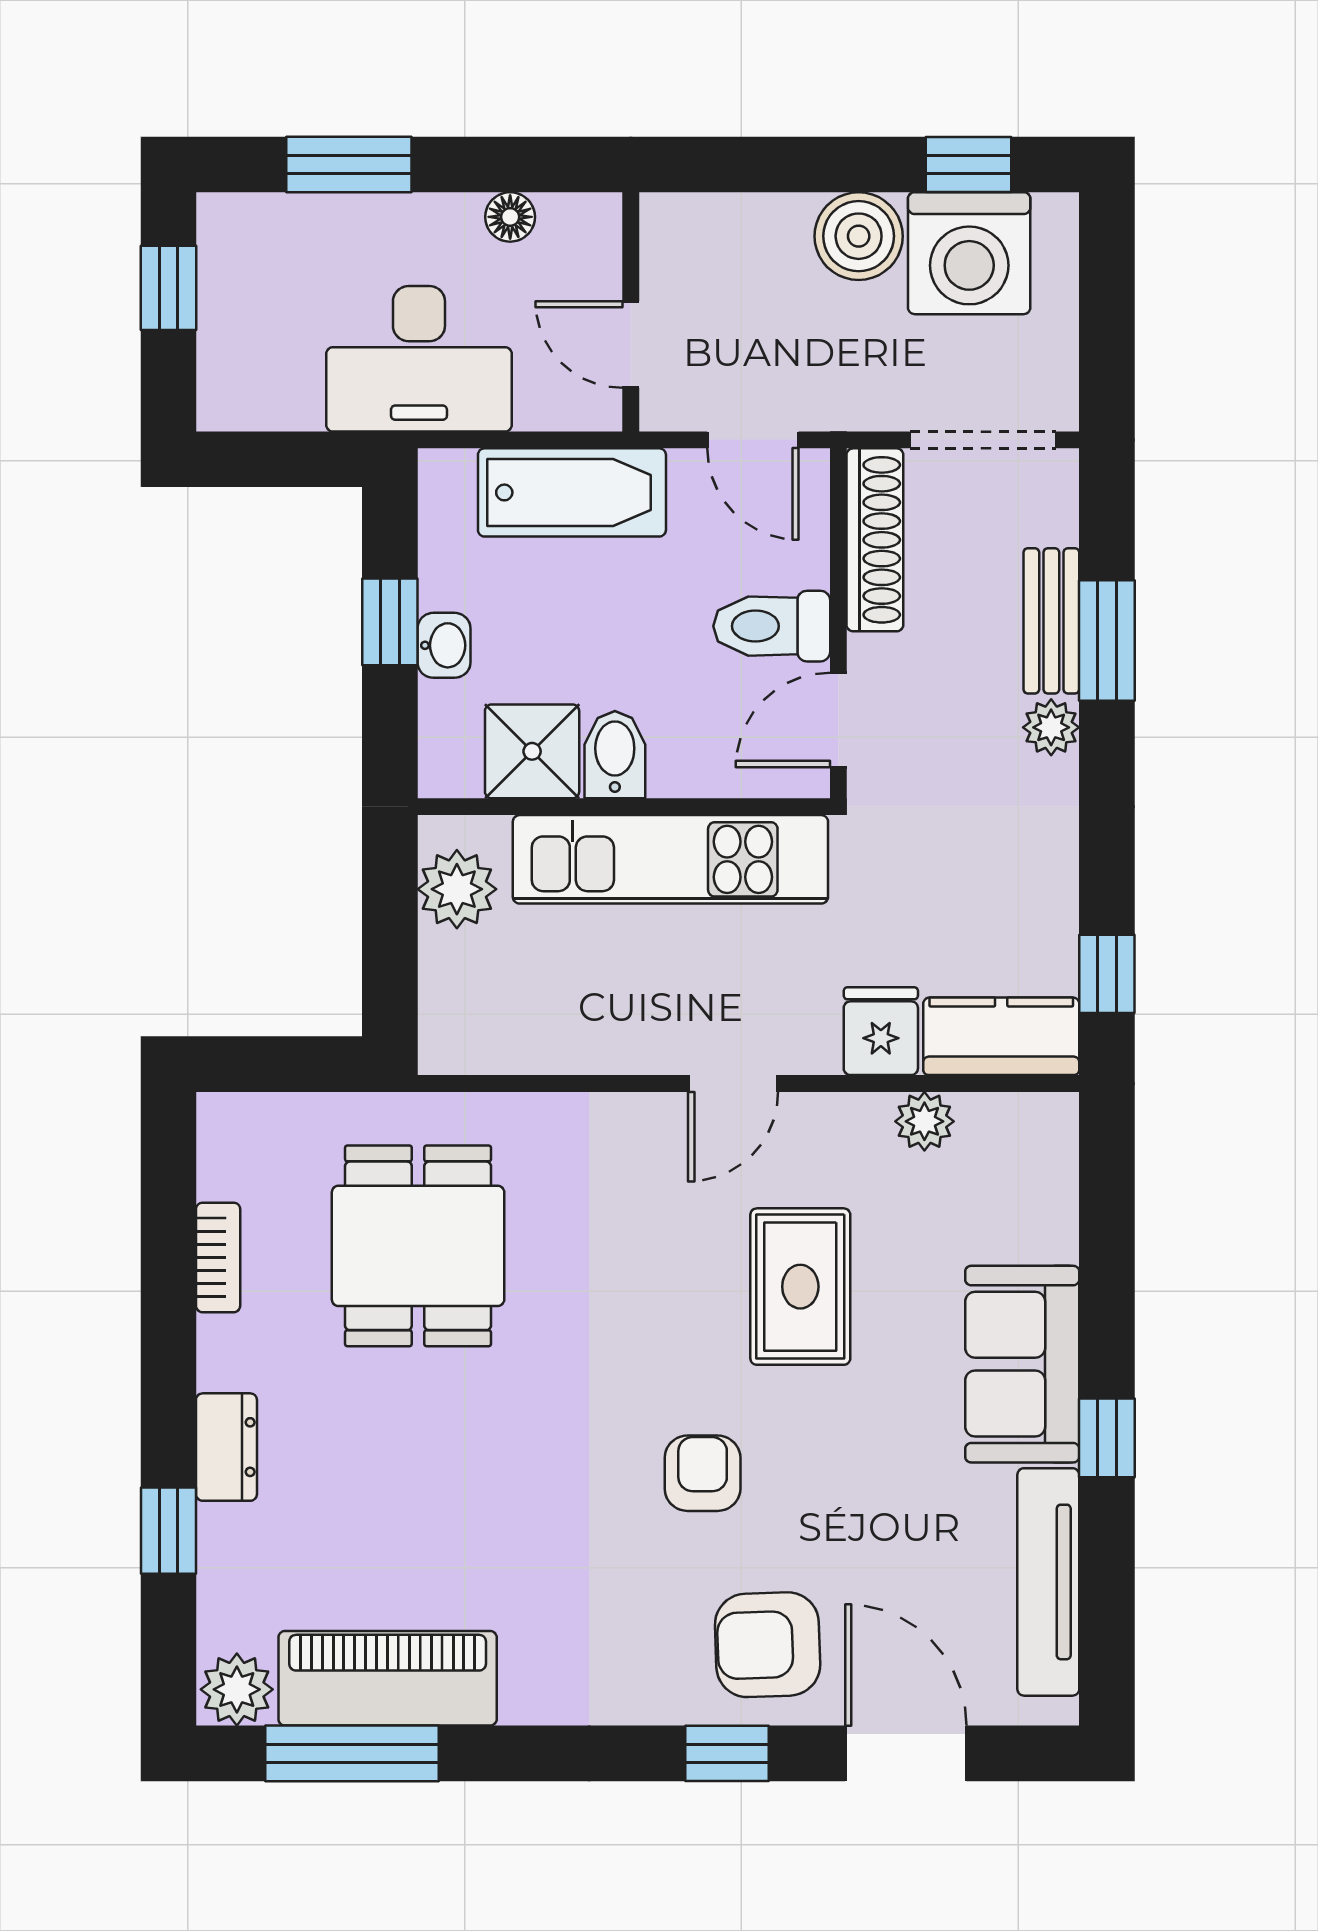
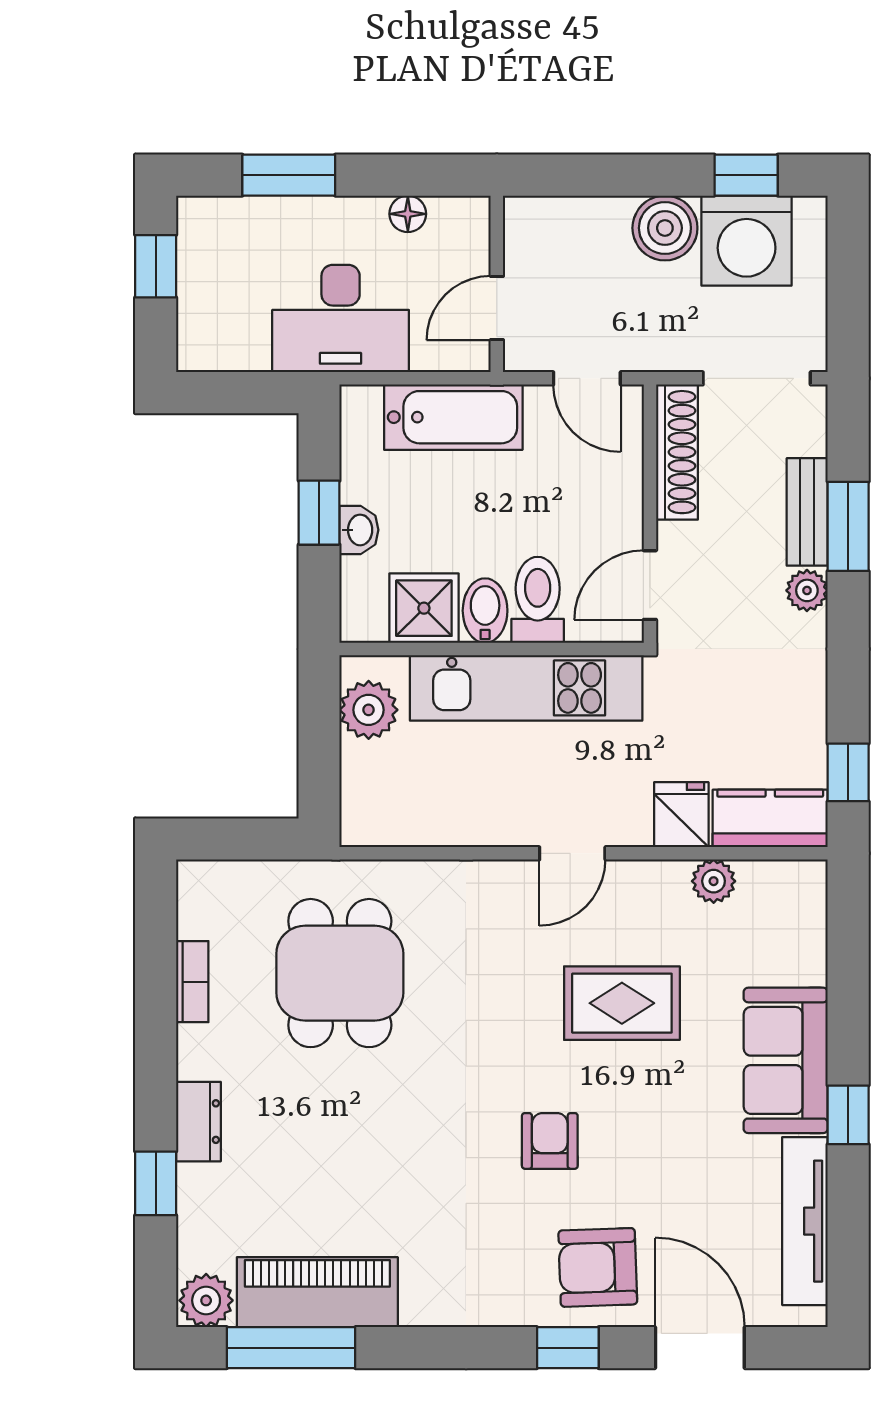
door: (631, 345) -> (497, 308), hinge flipped
toilet: (772, 626) -> (538, 600), moved, turned 90
rug: (800, 1287) -> (622, 1003), turned 90

